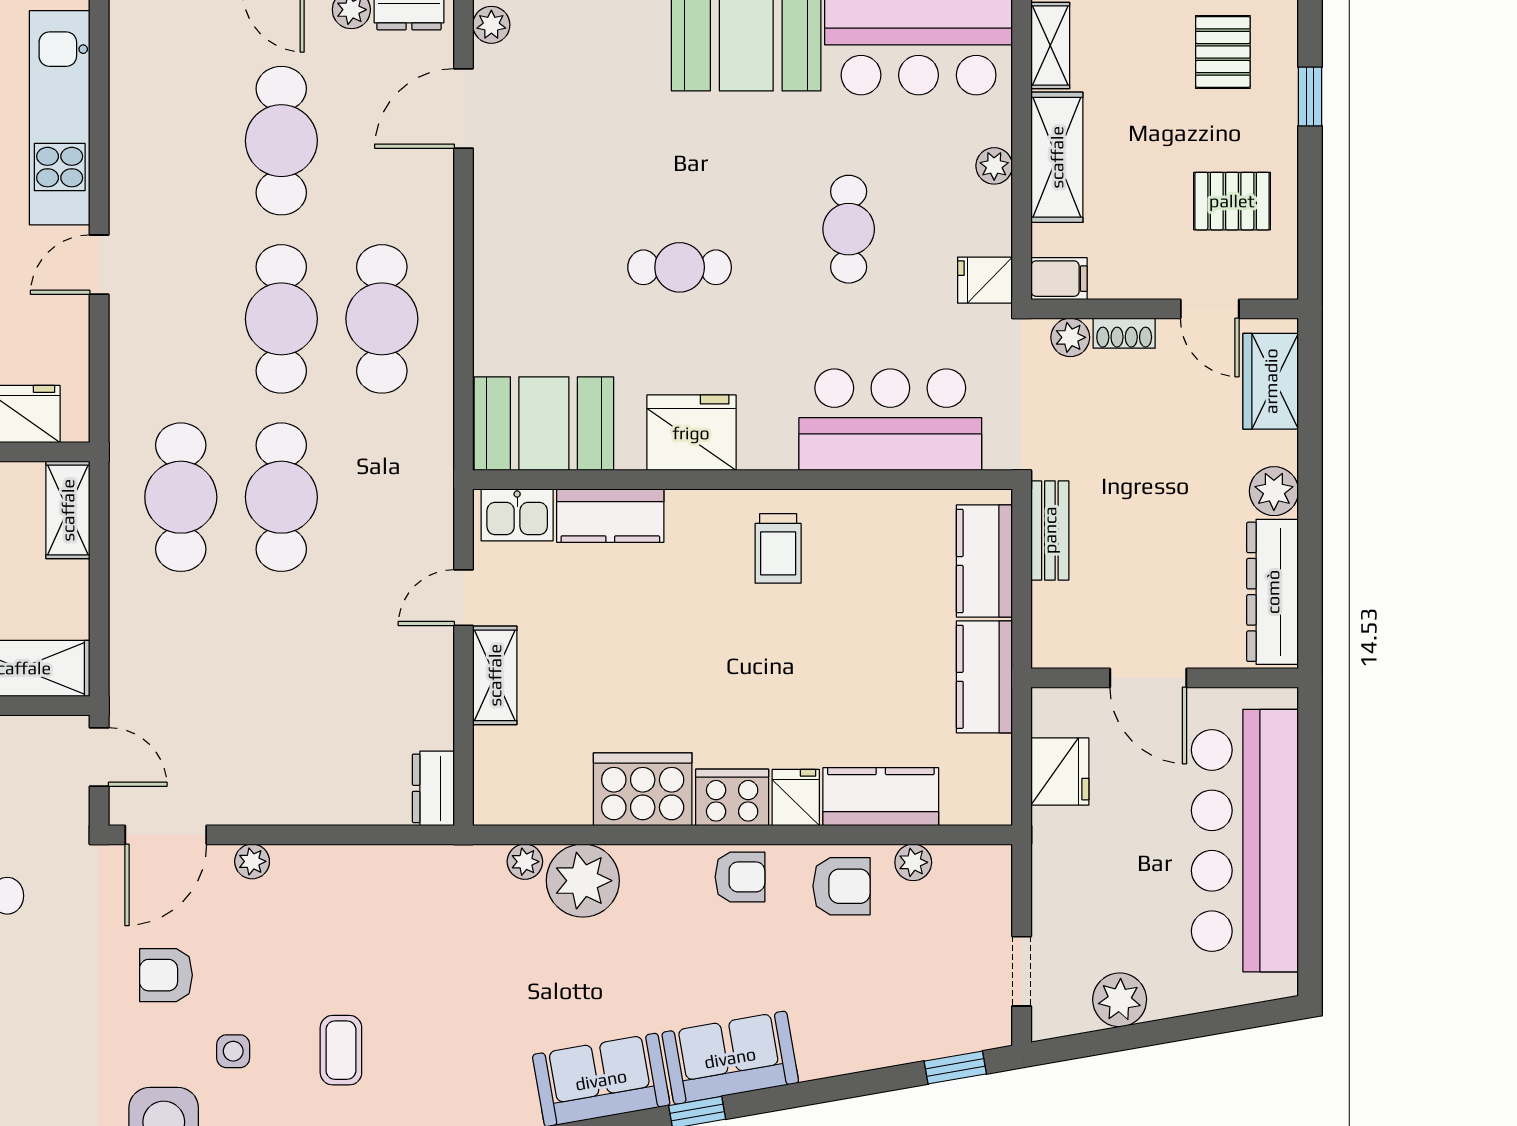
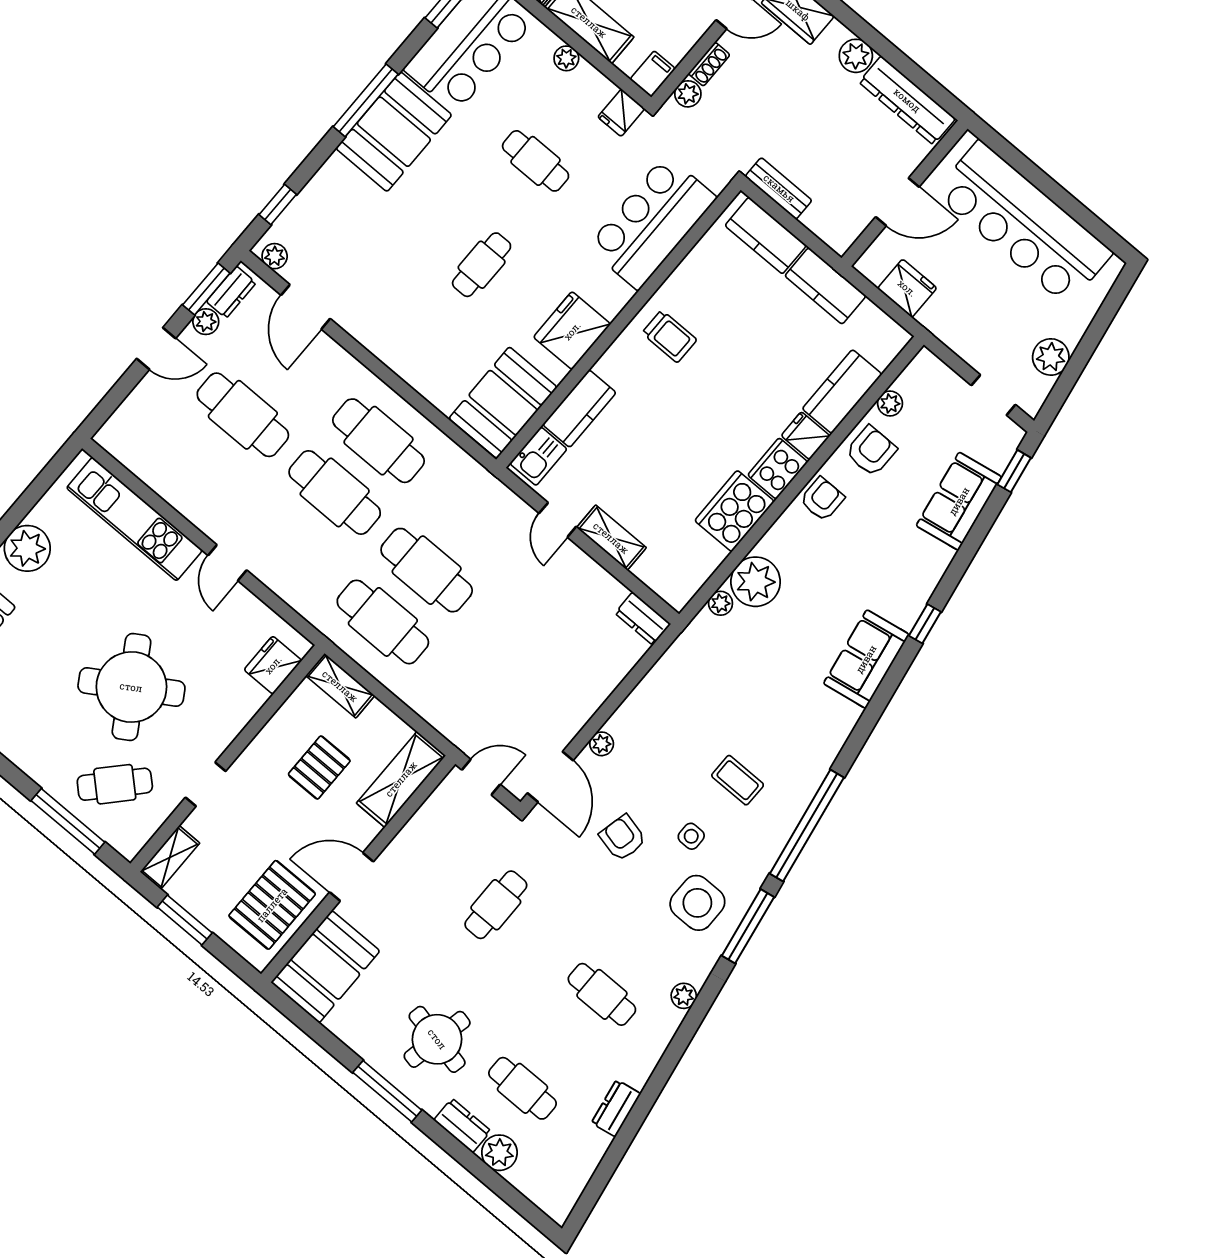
armchair: (166, 975) -> (623, 838), turned 103
sofa: (730, 1058) -> (959, 501), moved

